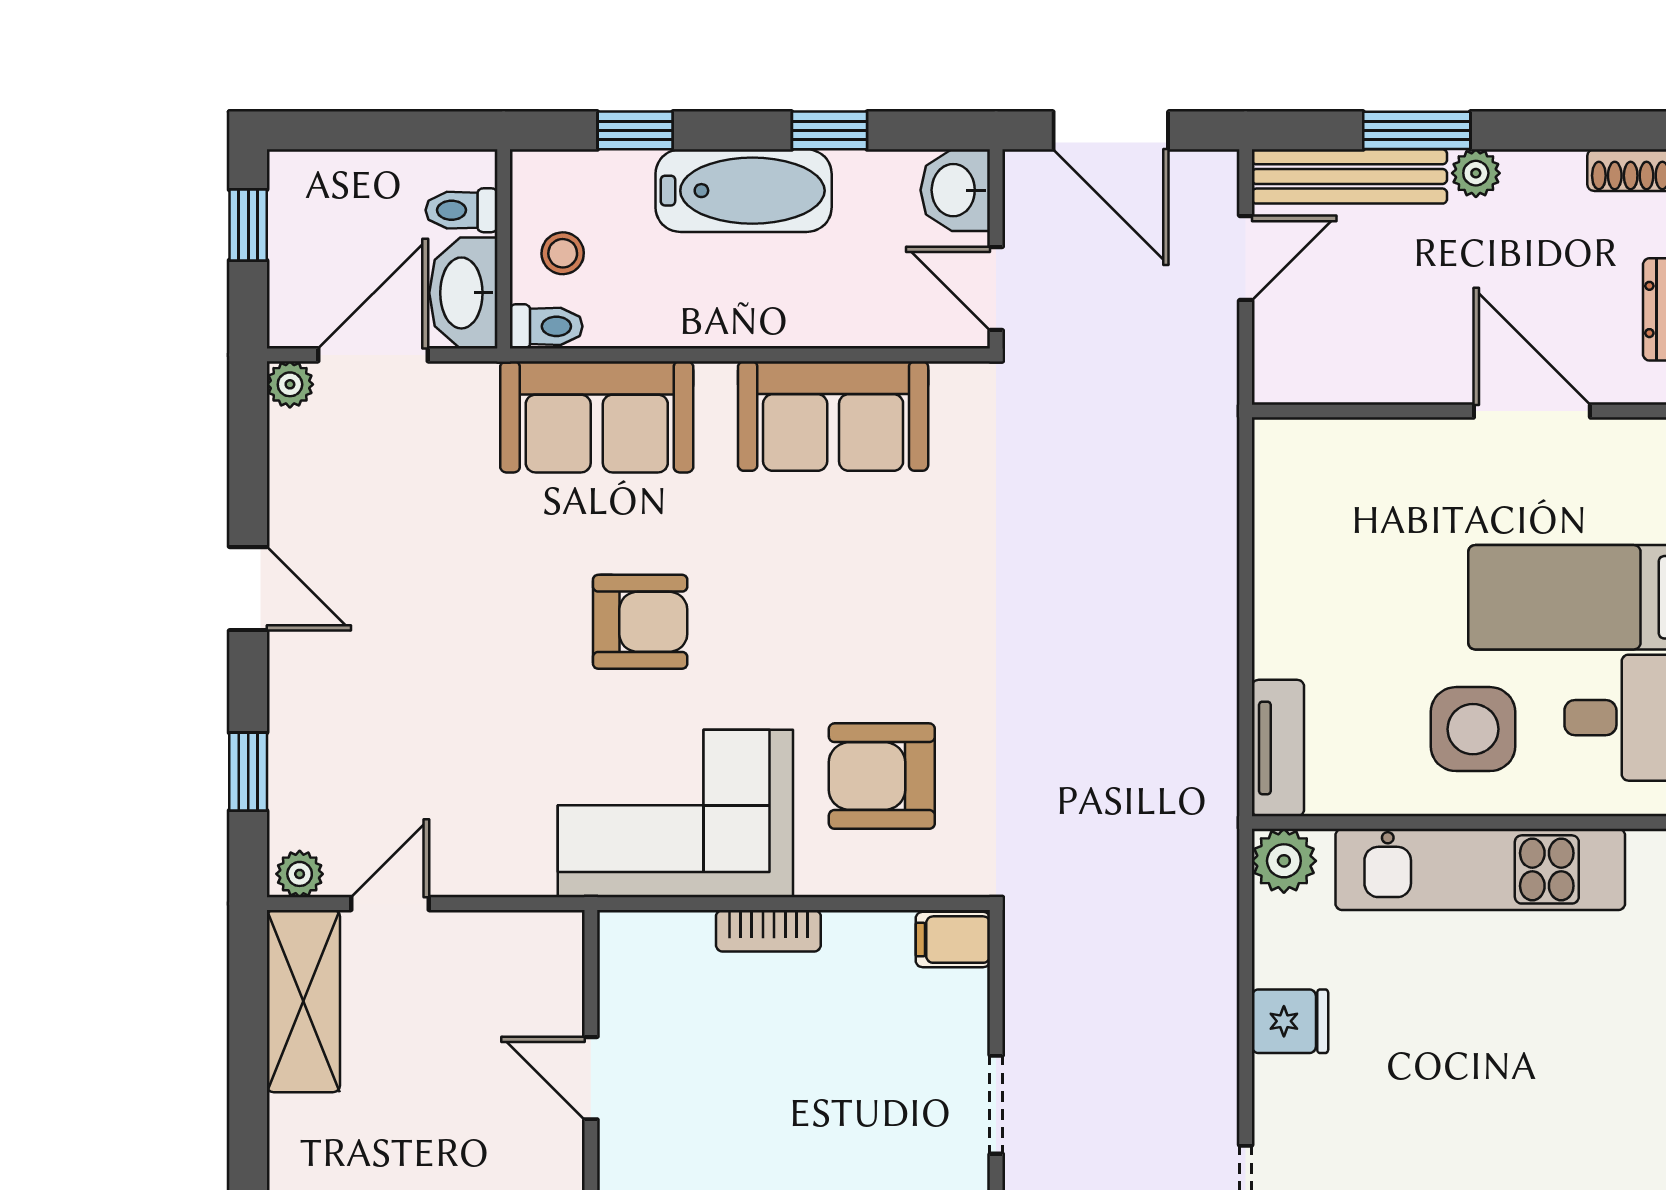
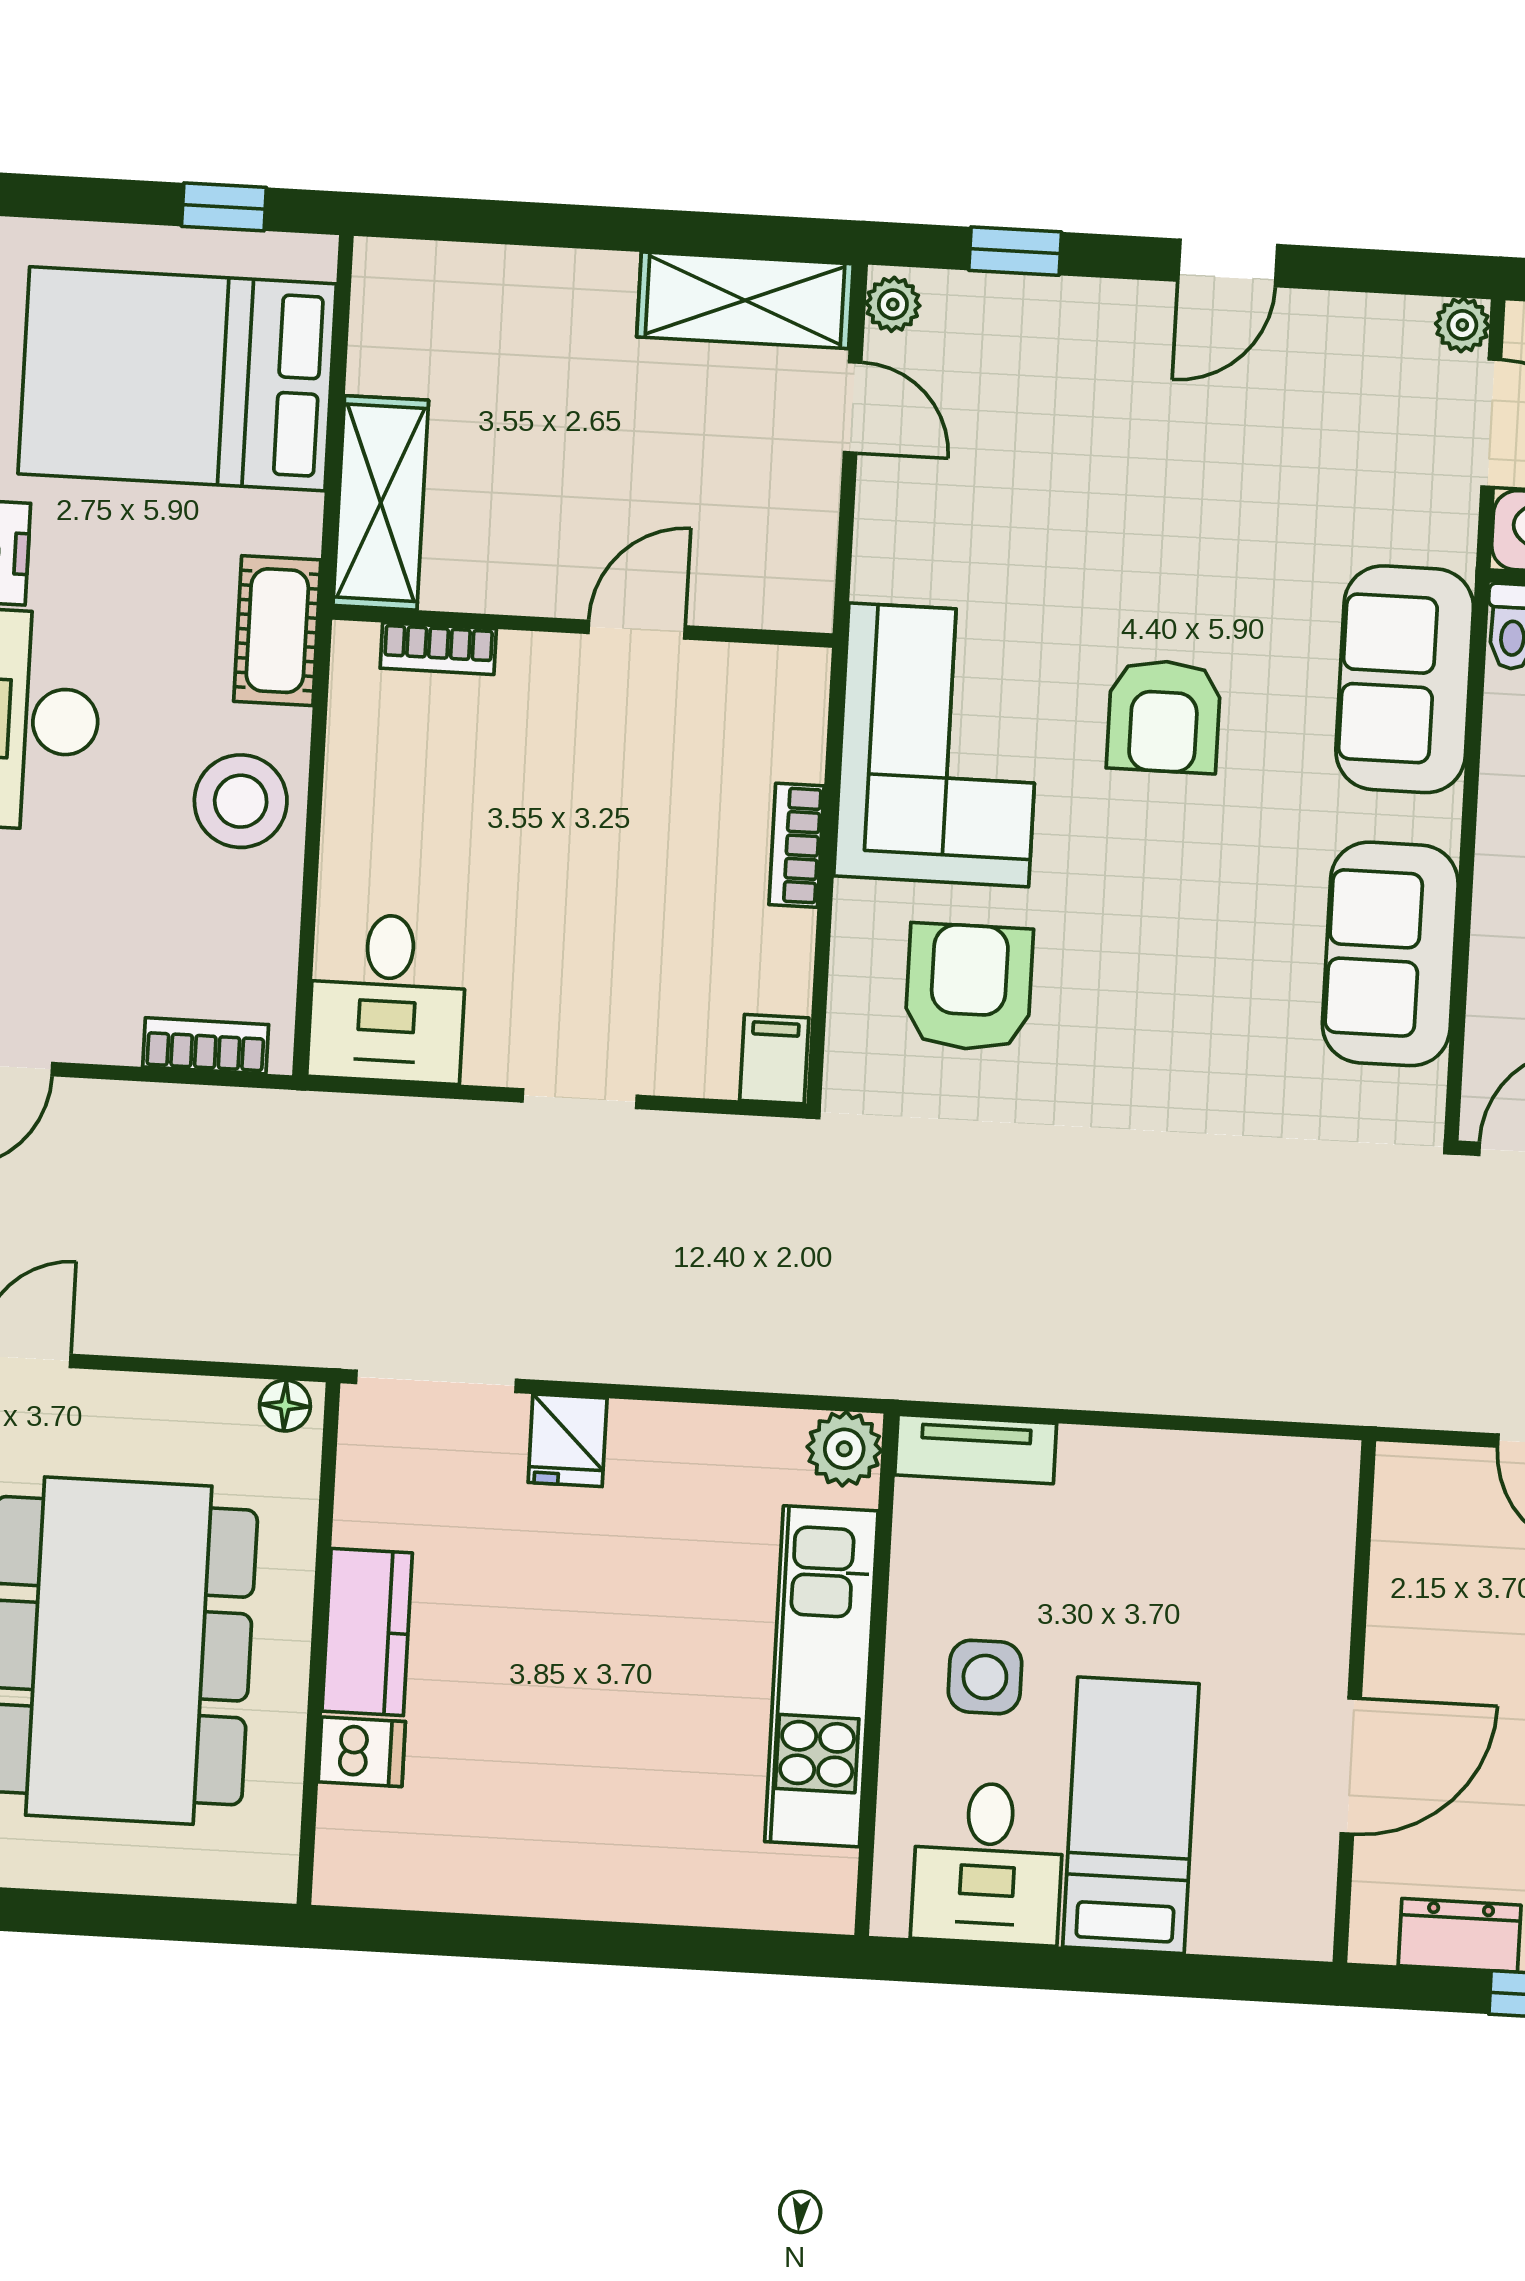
side table: (1473, 729) -> (985, 1677), width x0.73, depth x0.73
fridge: (1290, 1021) -> (568, 1440), moved

